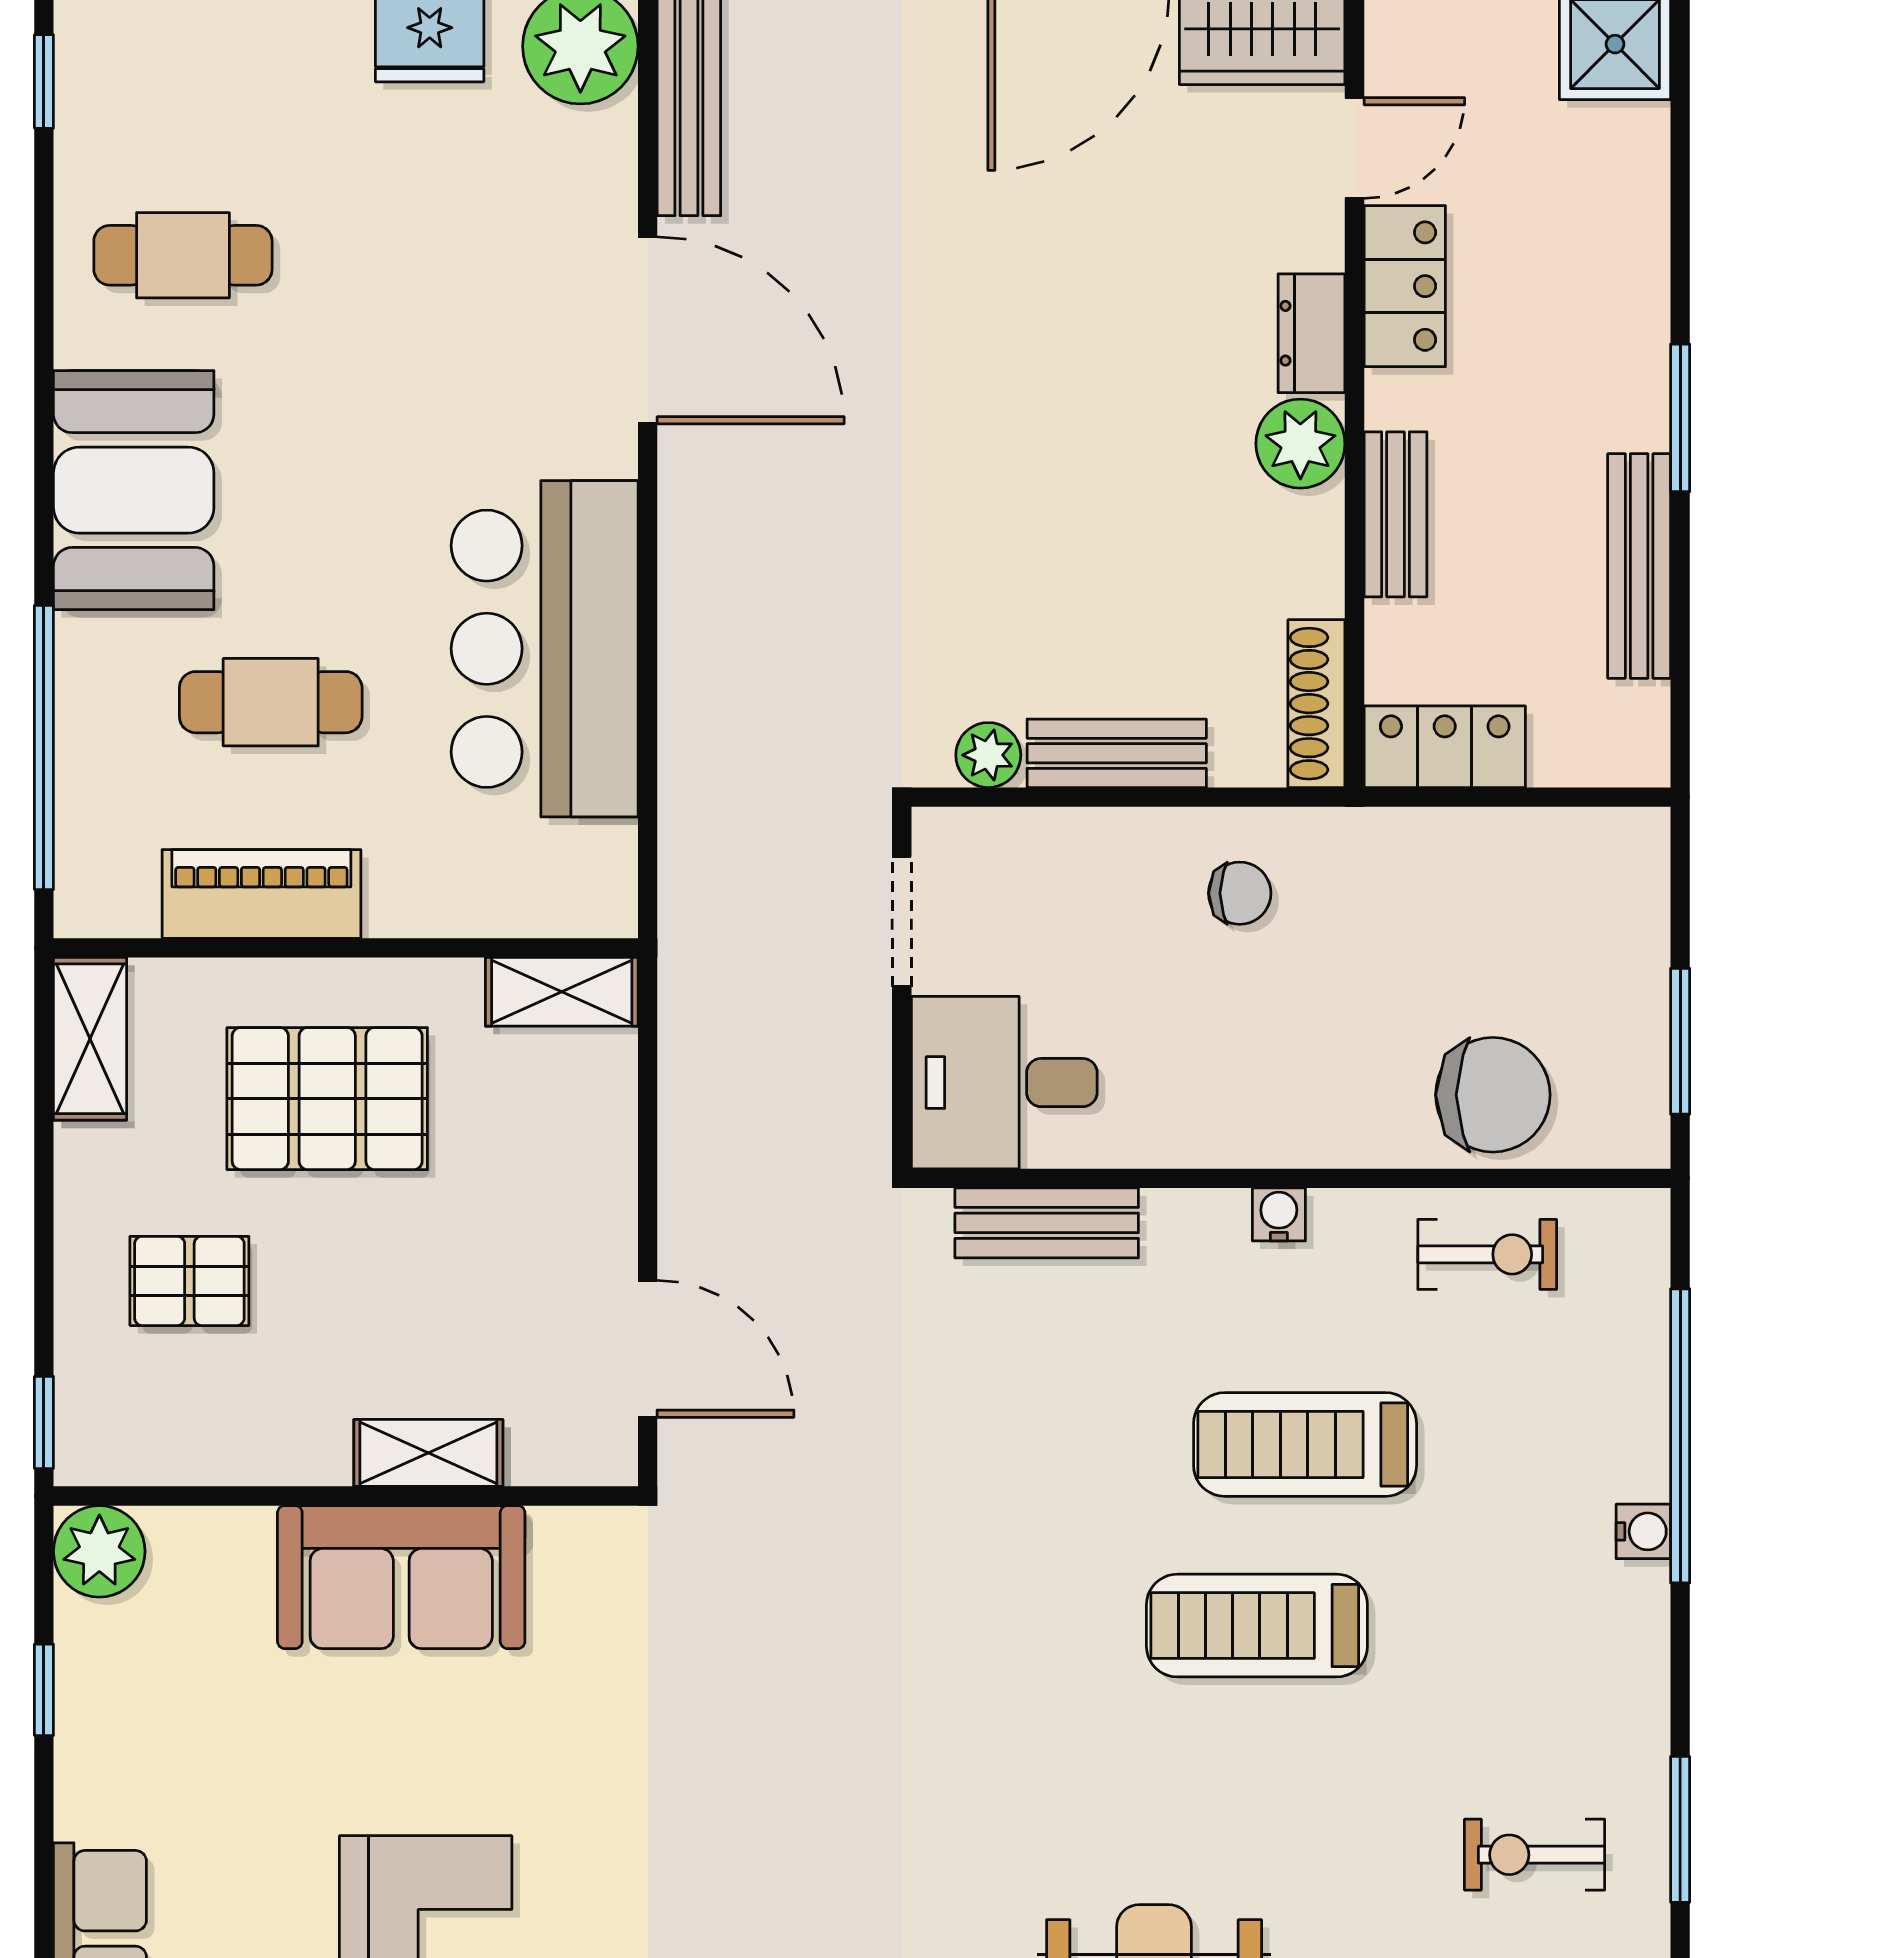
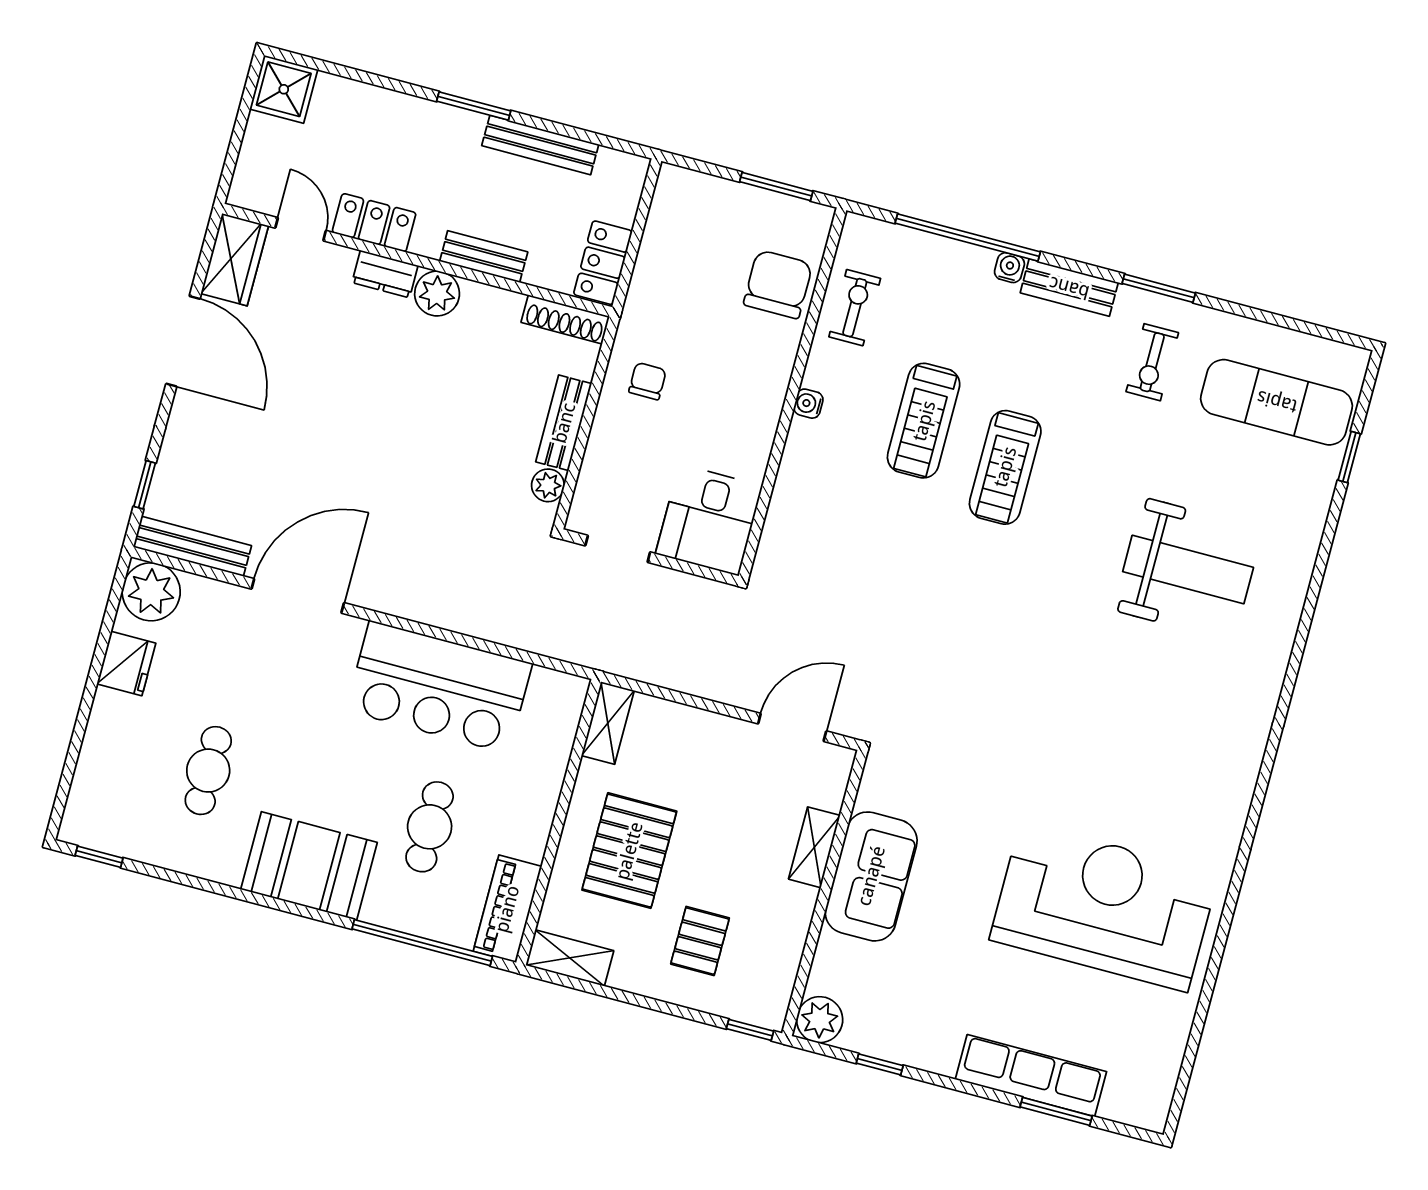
cafe table: (183, 255) -> (208, 771), moved
piano: (261, 894) -> (507, 909), moved
bench: (1047, 1223) -> (1069, 288), moved, turned 90

